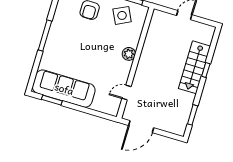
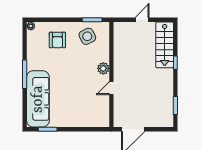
stairs: (194, 67) -> (165, 45), moved
sofa: (64, 89) -> (38, 99), moved, turned 90
door: (127, 92) -> (111, 88), moved

